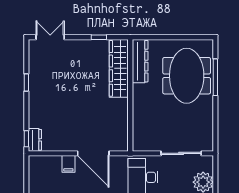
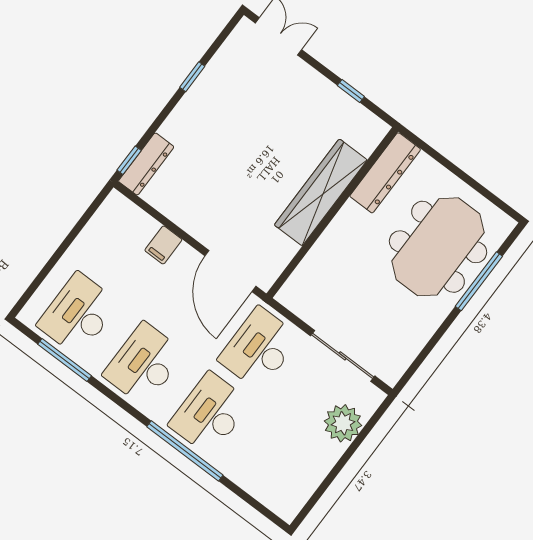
wardrobe: (119, 68) -> (321, 192), moved
dresser: (35, 140) -> (146, 164), width x1.44
door: (93, 153) -> (230, 271), moved

